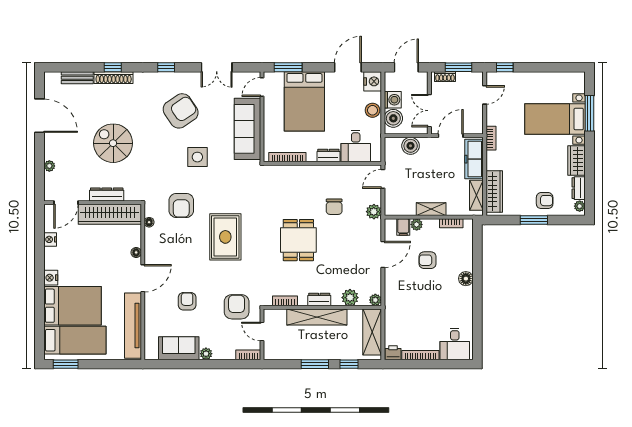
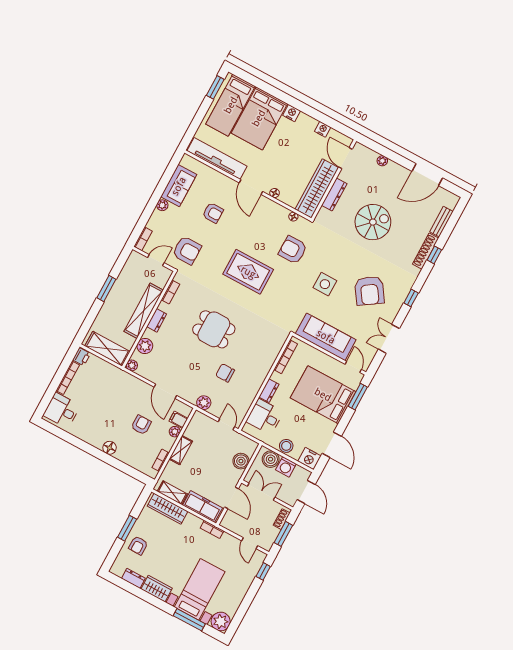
plant: (580, 206) -> (221, 622), moved, width x1.87, depth x1.87
window: (349, 364) -> (92, 316), removed

